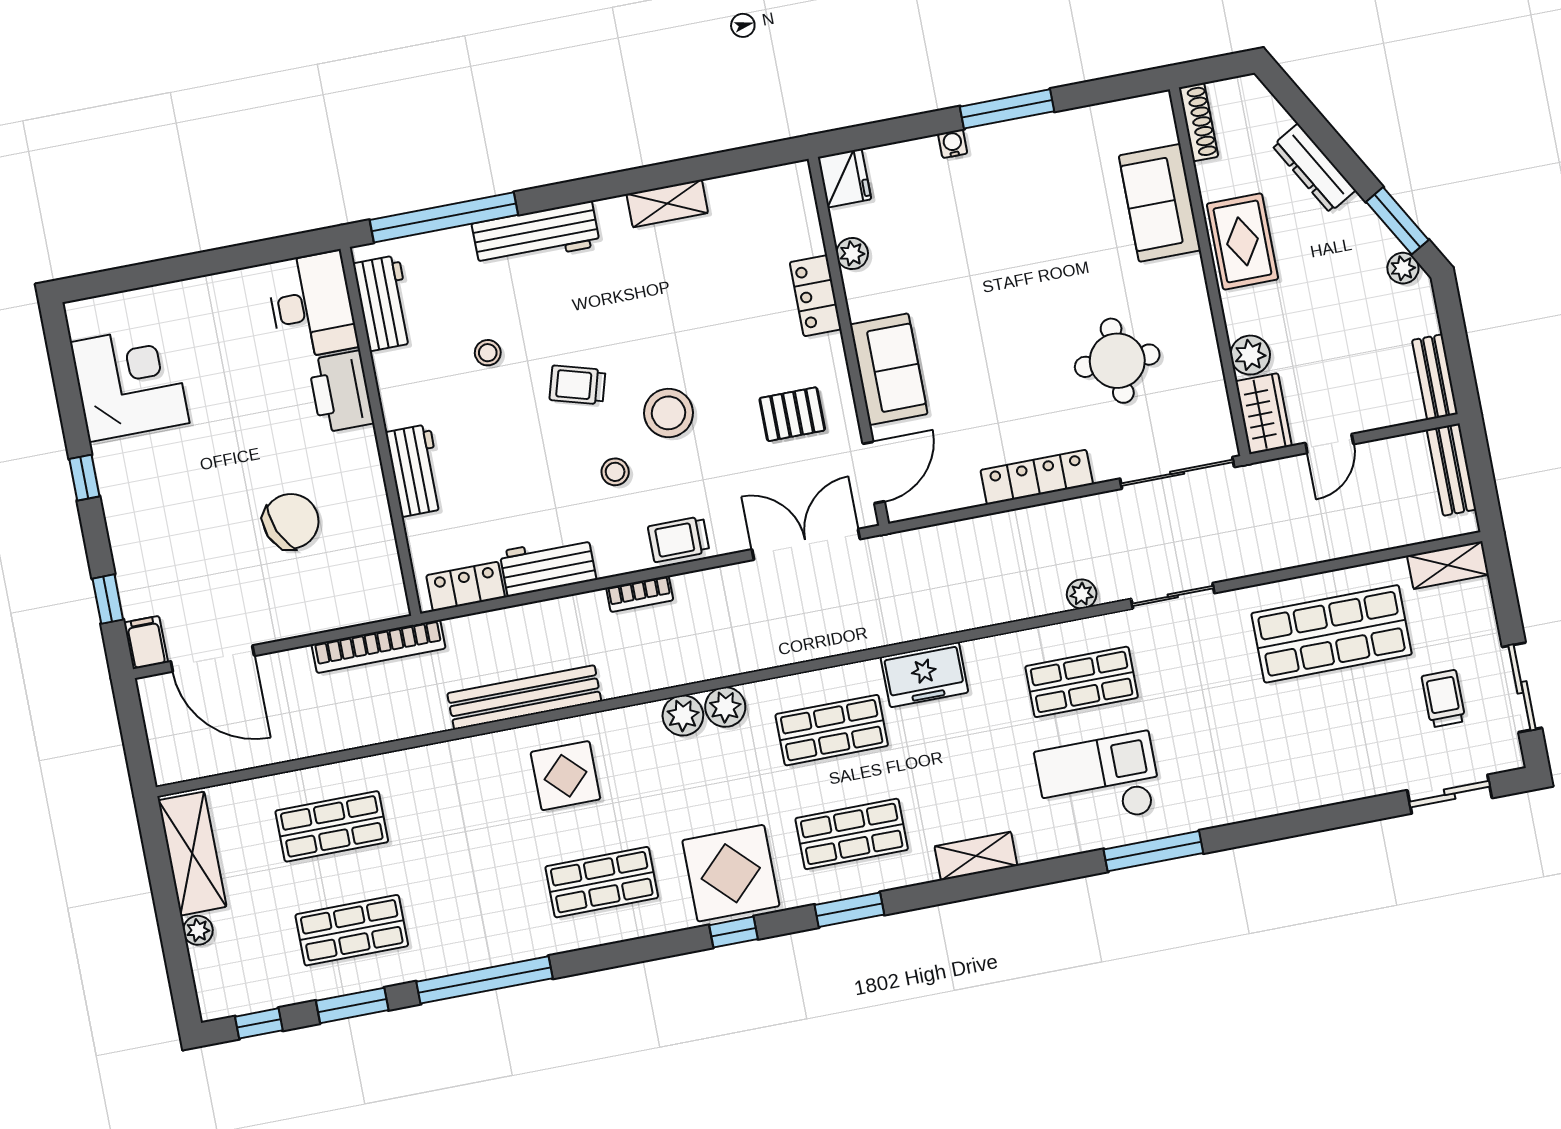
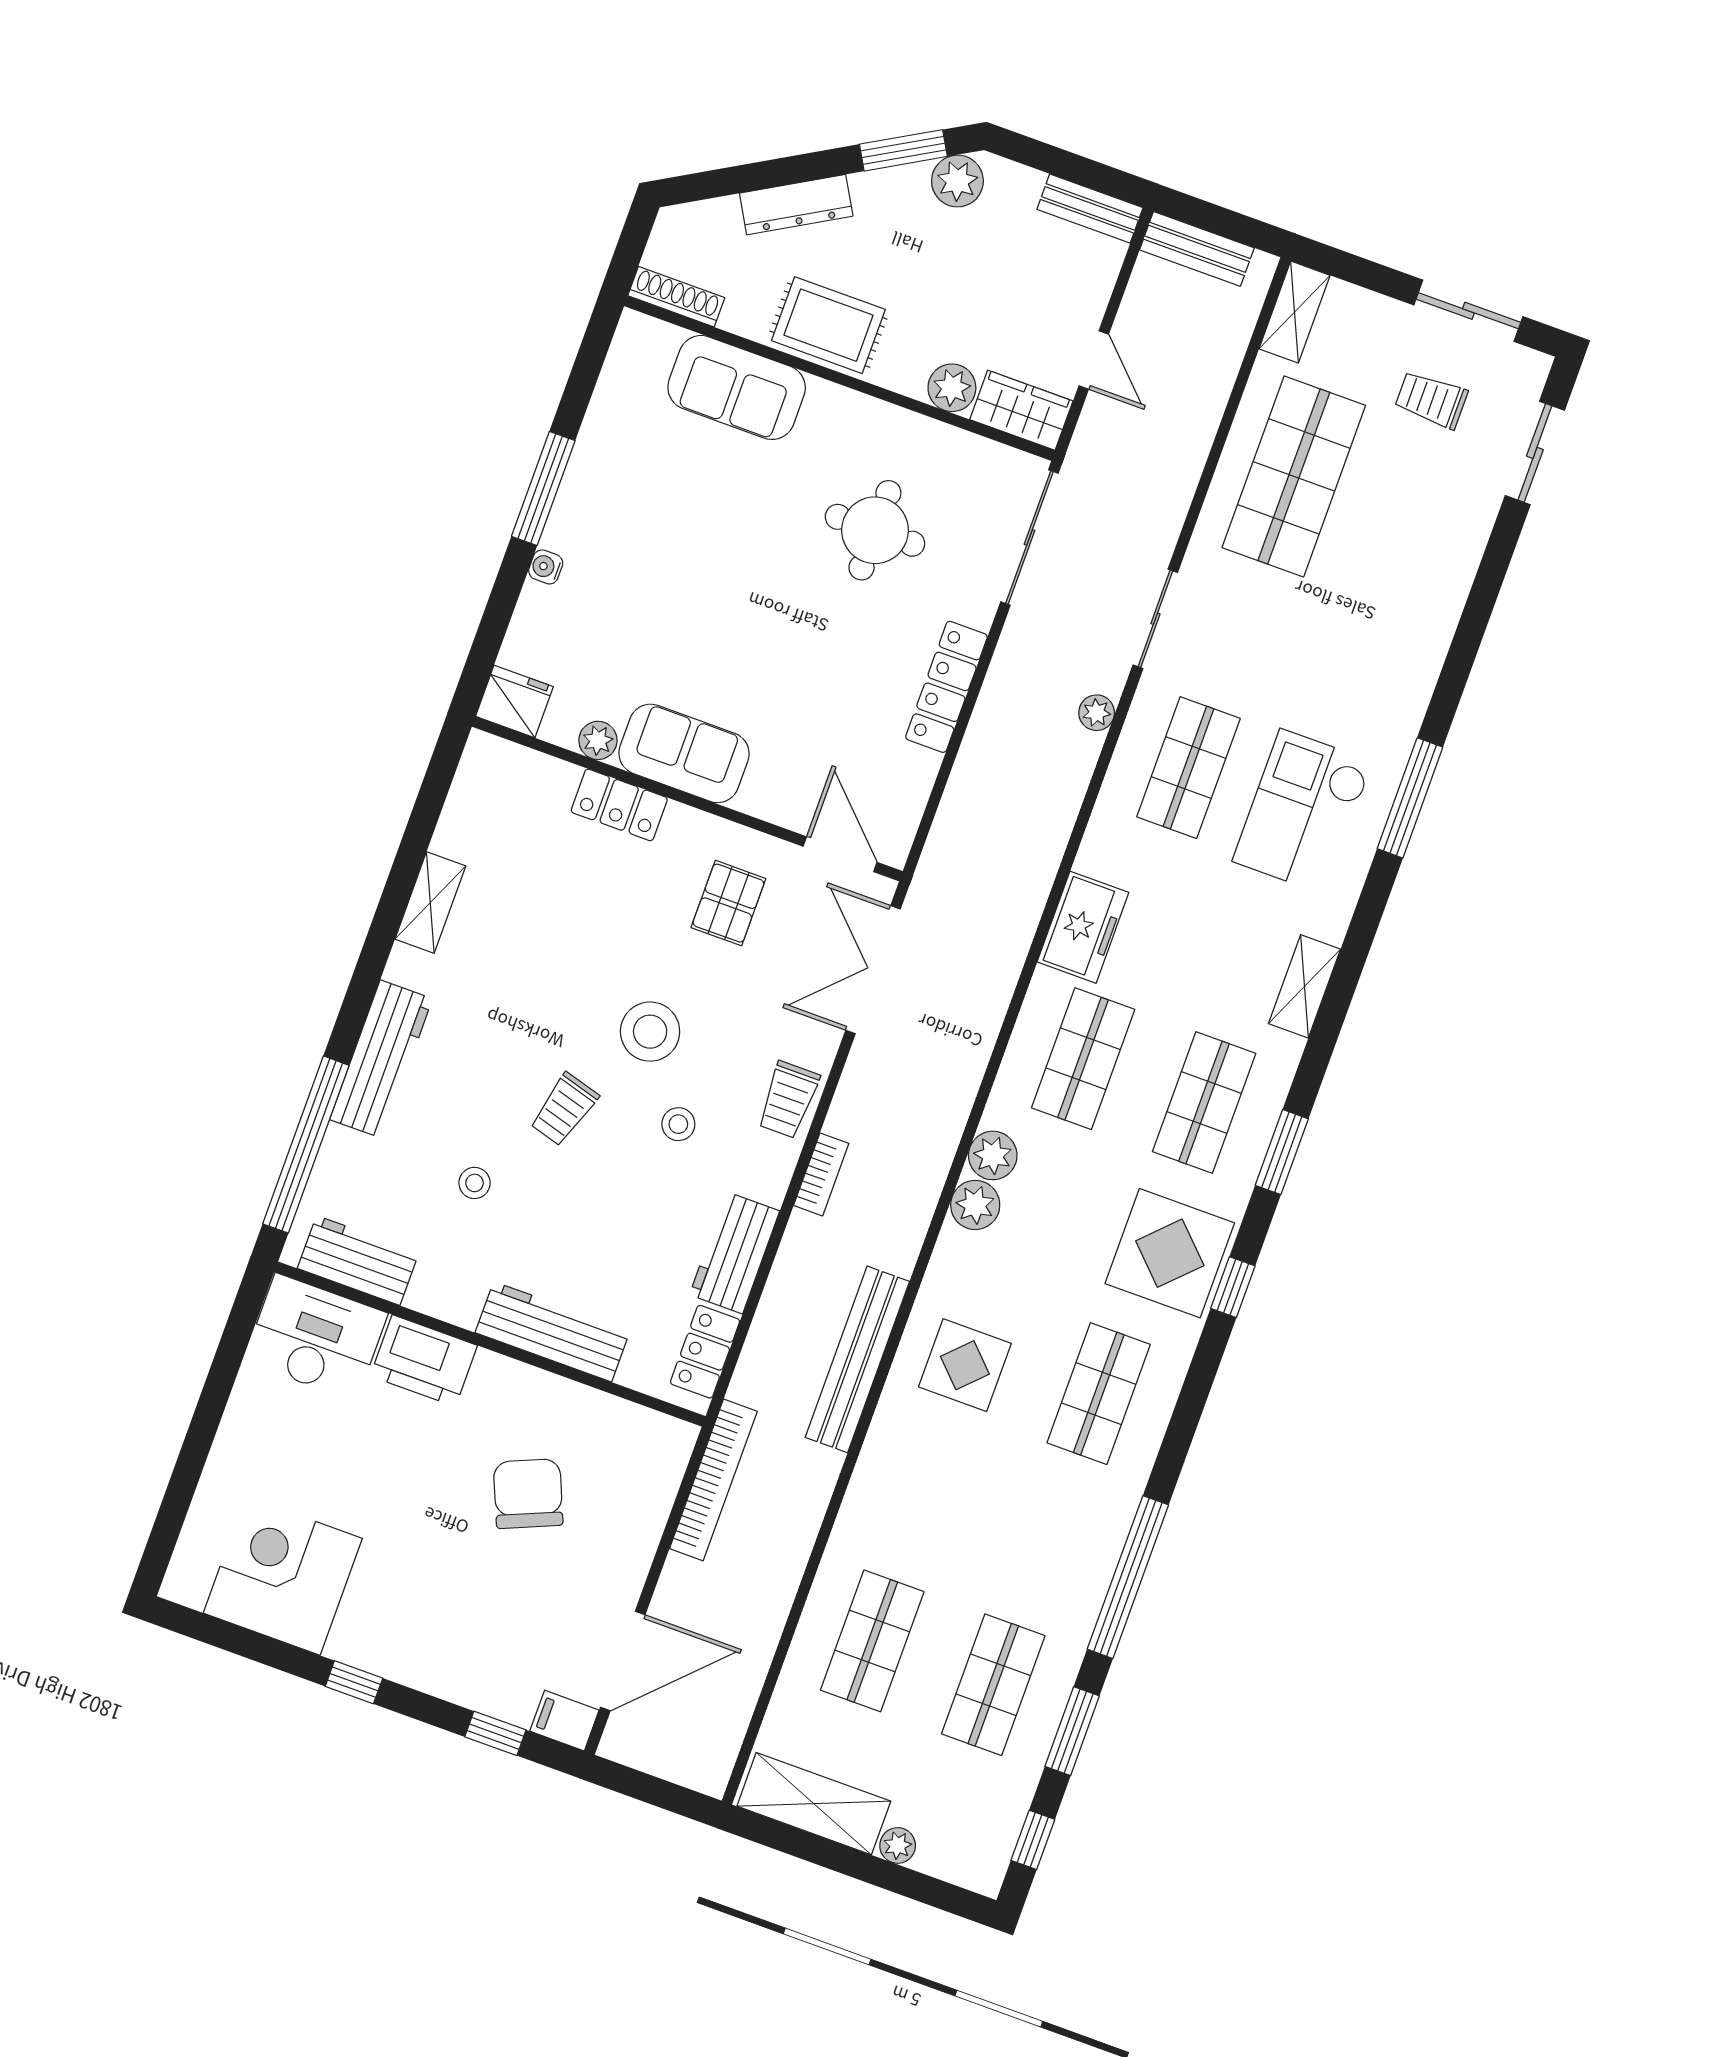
plant: (1403, 268) -> (957, 181), width x1.38, depth x1.38
sofa: (889, 369) -> (684, 753), moved
workbench: (415, 470) -> (553, 1332), width x1.38

